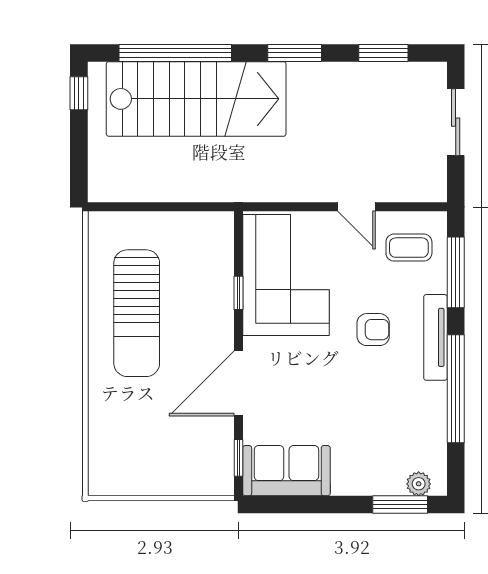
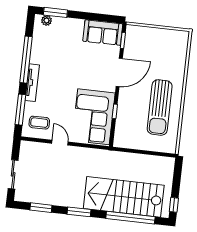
sun lounger: (137, 313) -> (160, 108), turned 180
armchair: (373, 330) -> (59, 89), removed

